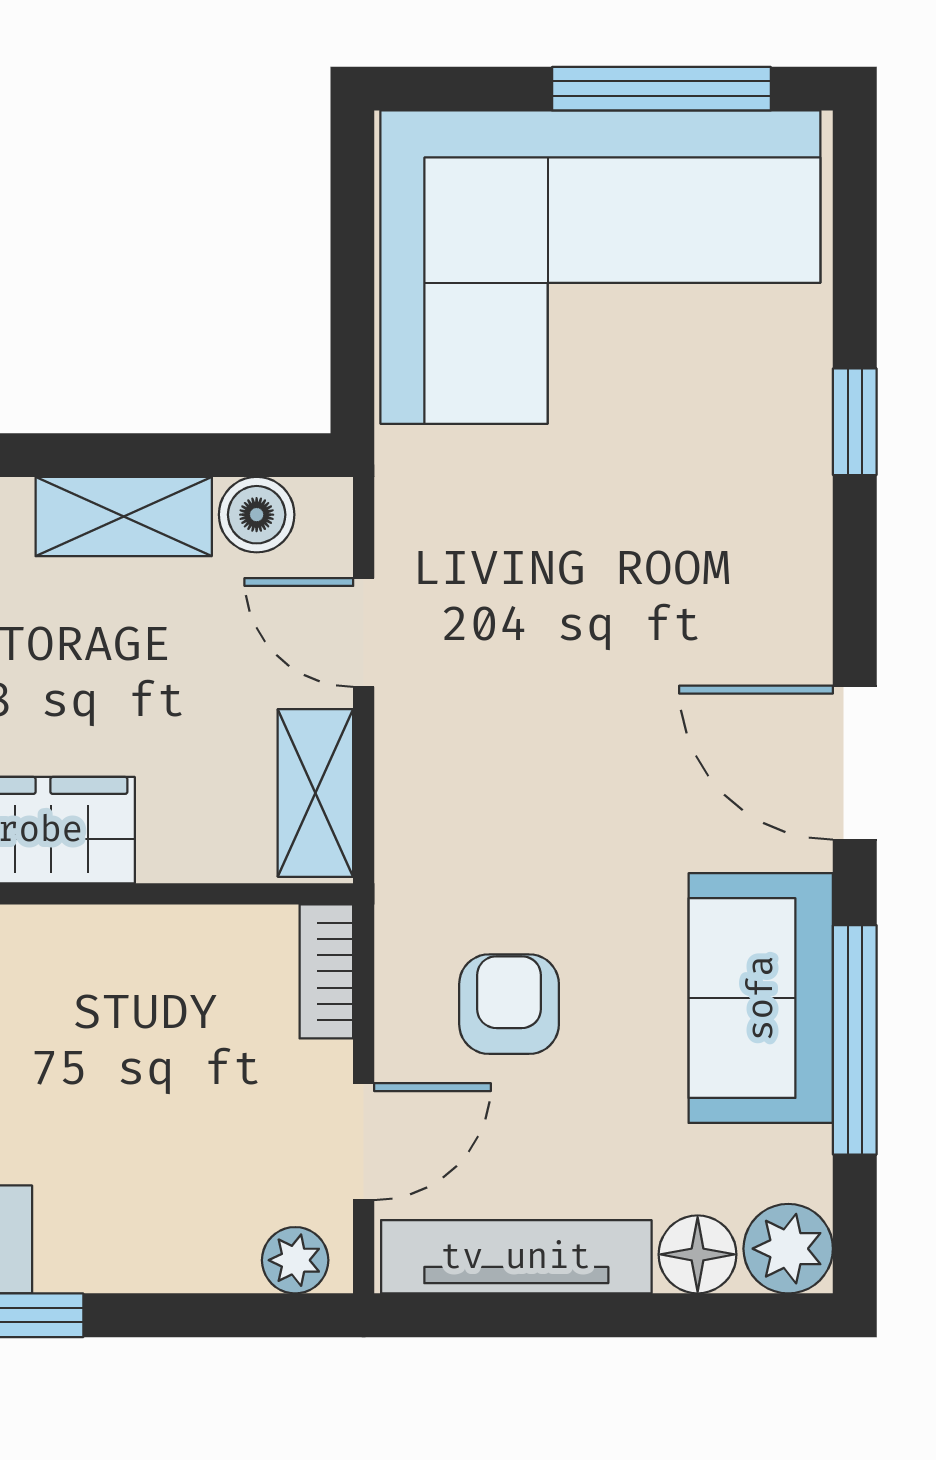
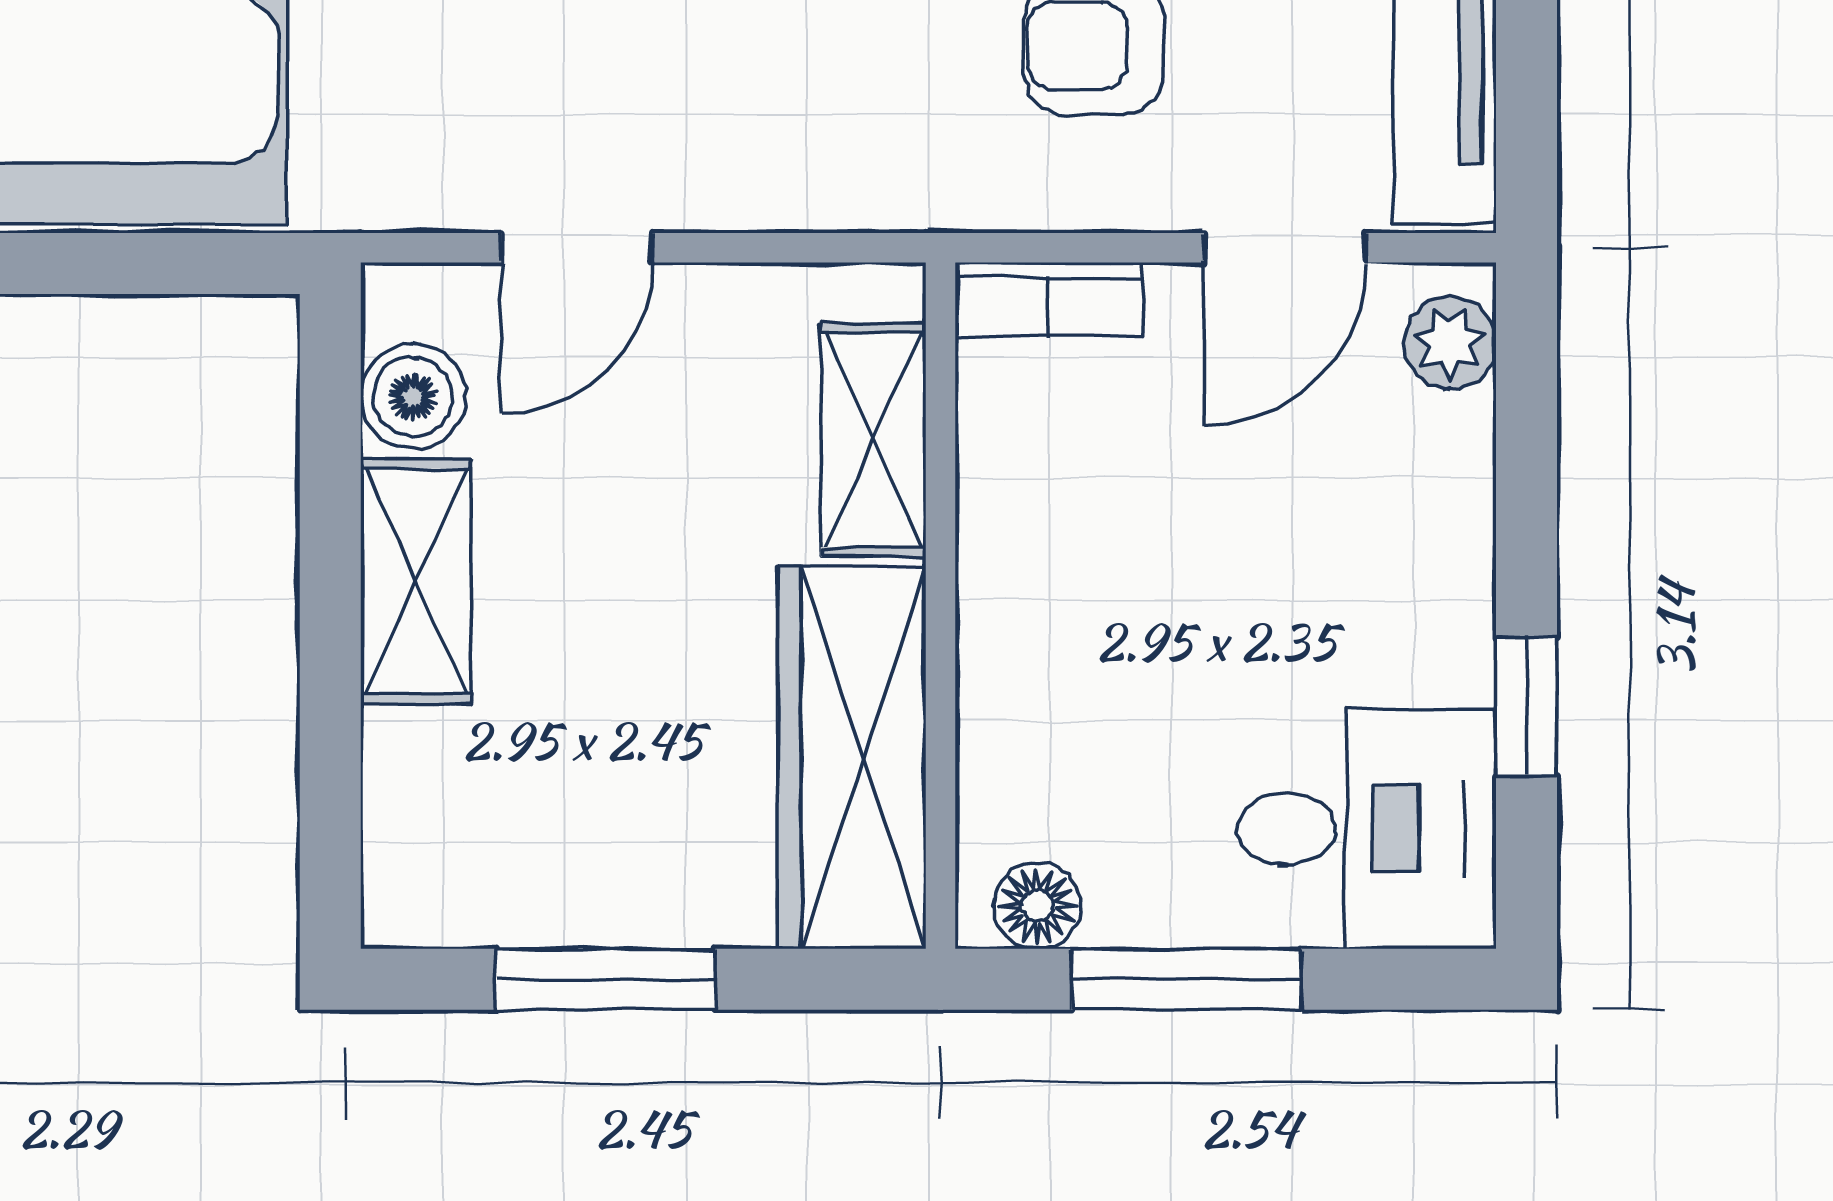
shelving: (315, 793) -> (873, 440), moved, turned 90
door: (364, 1142) -> (1285, 248), swing flipped

